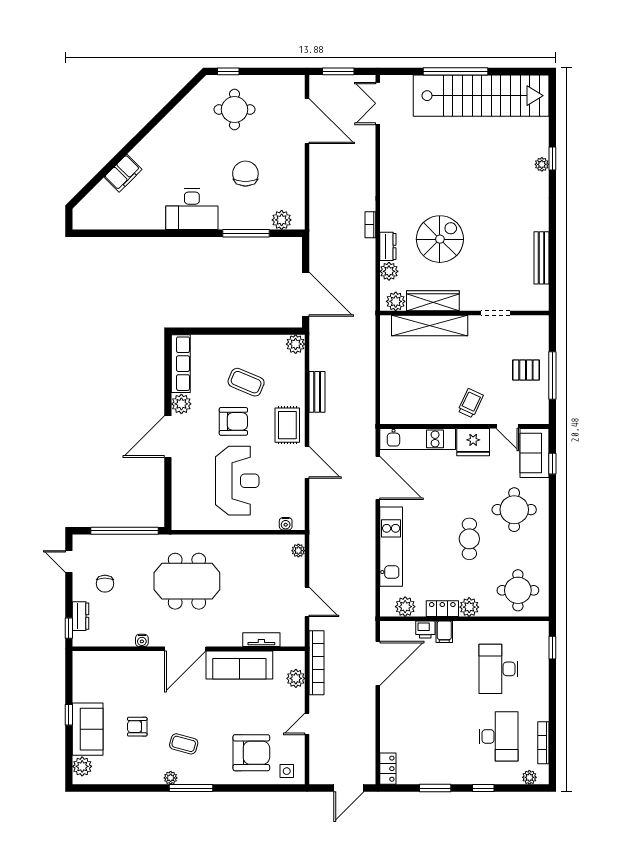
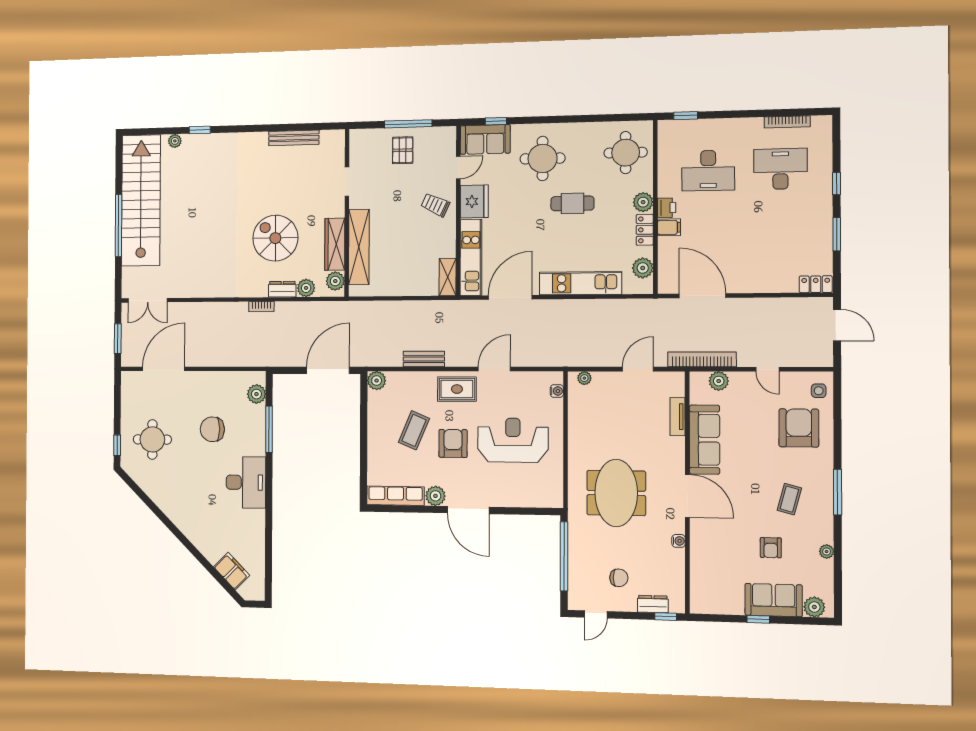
plant: (542, 164) -> (175, 141), moved
filing cabinet: (123, 173) -> (232, 571), moved
shelving: (399, 416) -> (448, 277), added
printer: (425, 629) -> (667, 208), moved
plant: (529, 777) -> (825, 135), removed
plant: (171, 778) -> (827, 551), moved

